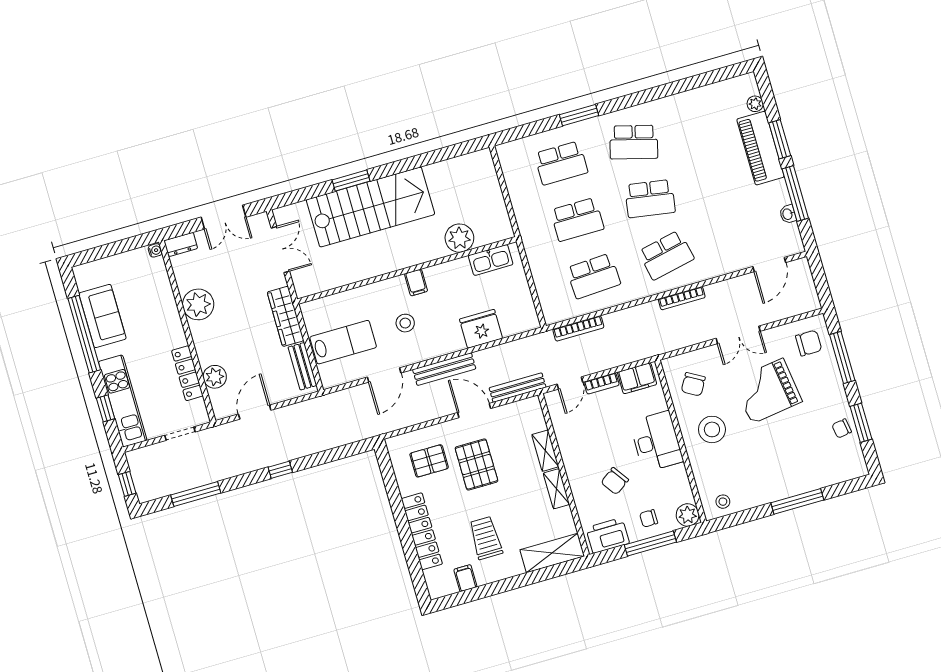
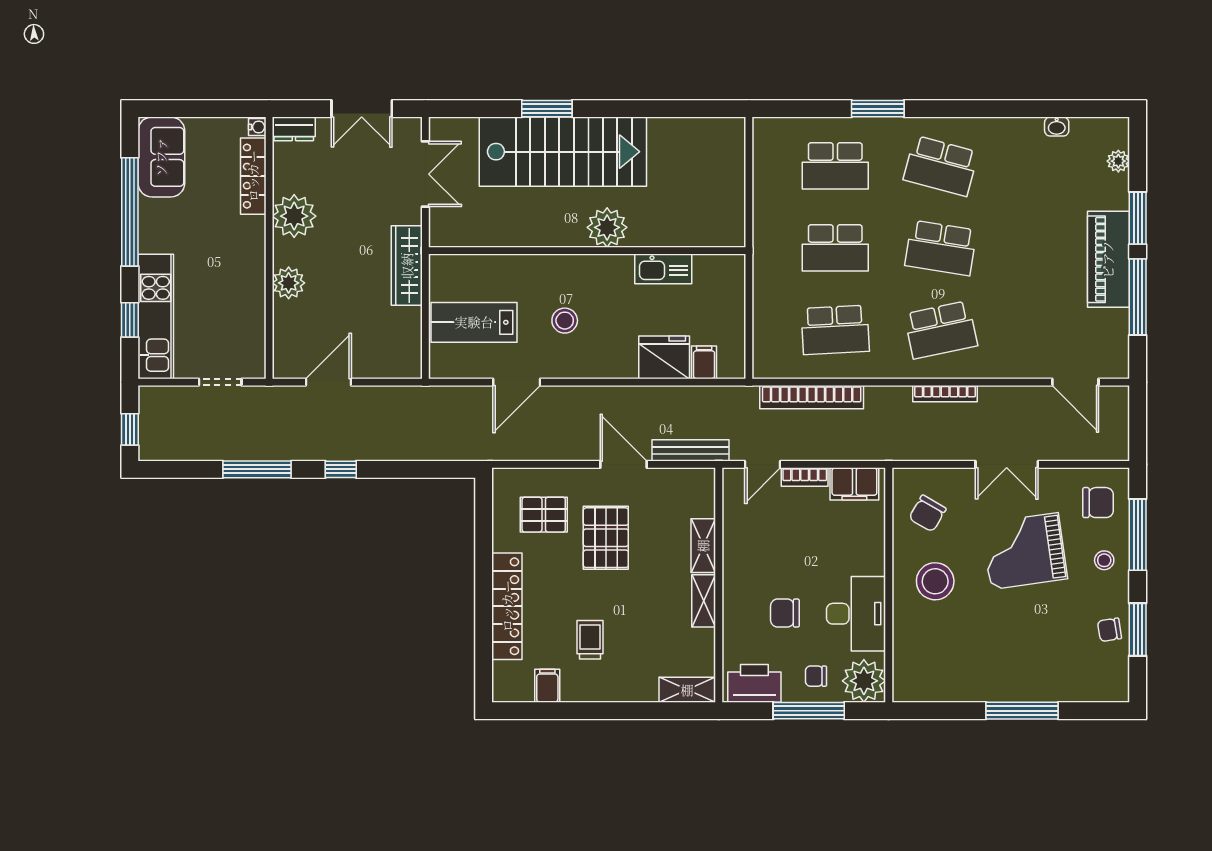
piano: (760, 148) -> (1108, 259), moved
washbasin: (788, 214) -> (1057, 127), moved, turned -90
plant: (459, 238) -> (607, 227), moved
kitchen sink: (491, 260) -> (663, 269), moved
door: (769, 265) -> (1075, 382), hinge flipped
filing cabinet: (416, 283) -> (704, 362), moved, turned 180
sofa: (102, 316) -> (161, 157), moved
bookcase: (578, 328) -> (812, 397), width x1.48, depth x1.31
lab bench: (343, 342) -> (474, 322), turned 180
bench: (302, 366) -> (410, 339), removed
bench: (444, 369) -> (599, 397), removed
locker: (187, 373) -> (253, 176), moved
plant: (215, 377) -> (289, 283), moved
desk: (656, 441) -> (856, 614), moved
chair: (615, 481) -> (785, 613), turned 35
window: (196, 494) -> (257, 469), moved
stool: (723, 502) -> (1104, 560), moved
plant: (688, 515) -> (864, 681), width x1.36, depth x1.36
trolley: (486, 538) -> (590, 640), width x0.73, depth x0.72
shelving: (552, 553) -> (687, 690), width x0.67, depth x0.75

